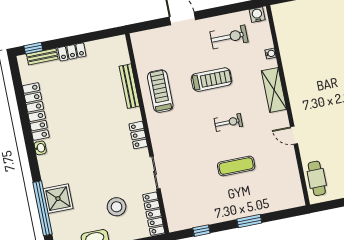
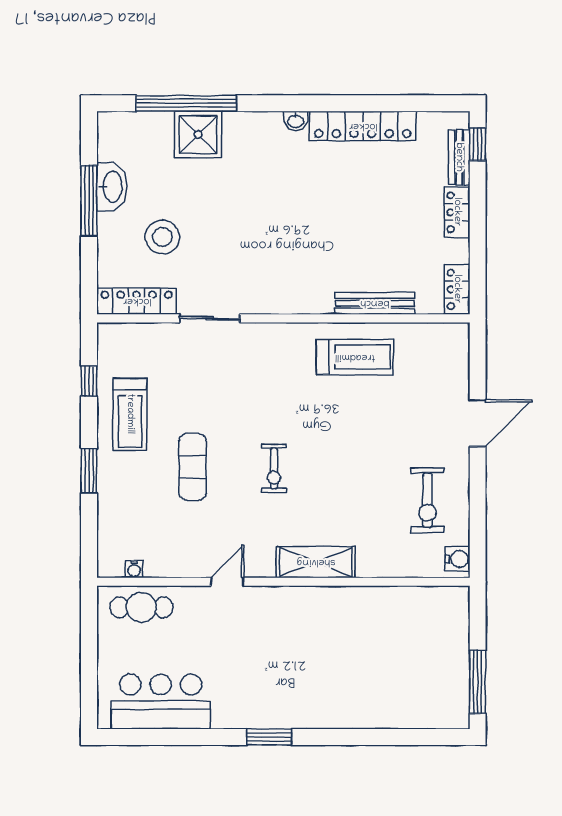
water cooler: (271, 54) -> (134, 569), moved
treadmill: (211, 80) -> (130, 414), moved
locker: (138, 135) -> (457, 289), moved, turned -90

